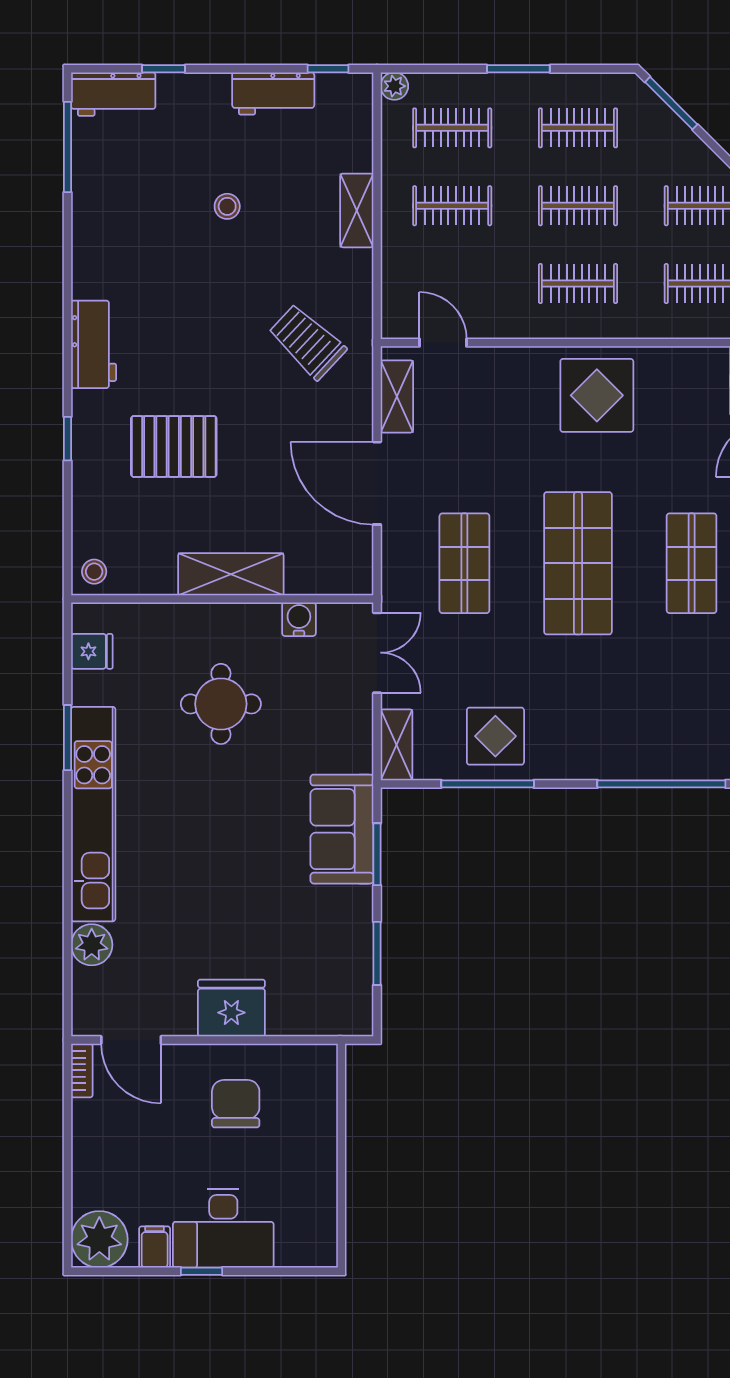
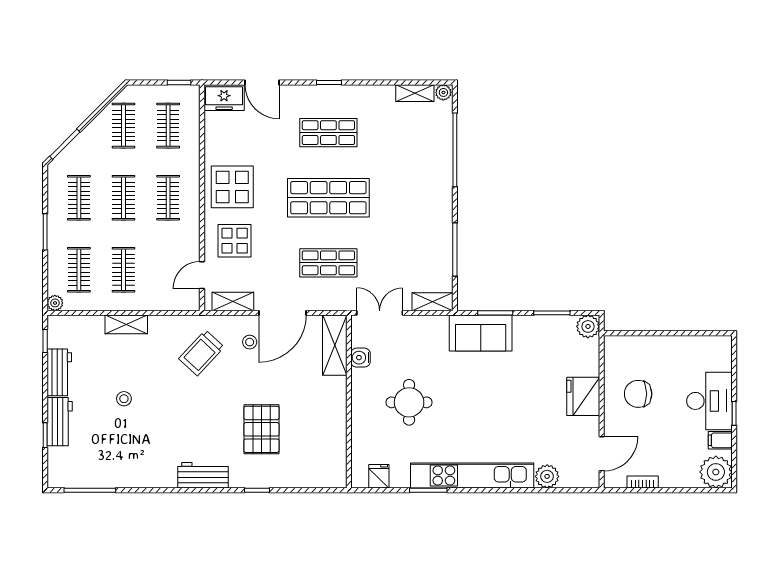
workbench: (113, 94) -> (60, 422), moved
stool: (94, 572) -> (250, 342), moved
shelving: (231, 574) -> (335, 345), moved
display table: (495, 736) -> (235, 241), moved
plant: (353, 1016) -> (588, 326), added
bookcase: (82, 1070) -> (643, 482), moved

